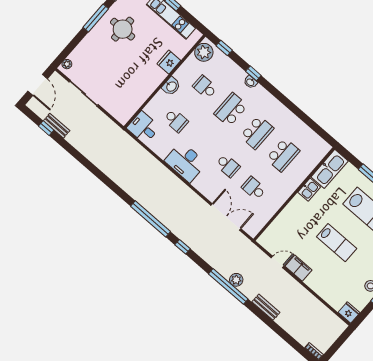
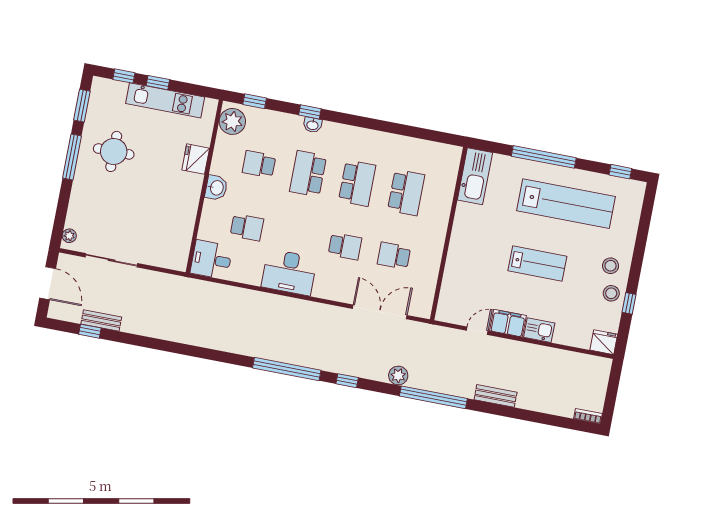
kitchen sink: (309, 190) -> (539, 330), moved, turned -90
plant: (236, 280) -> (398, 376), moved

